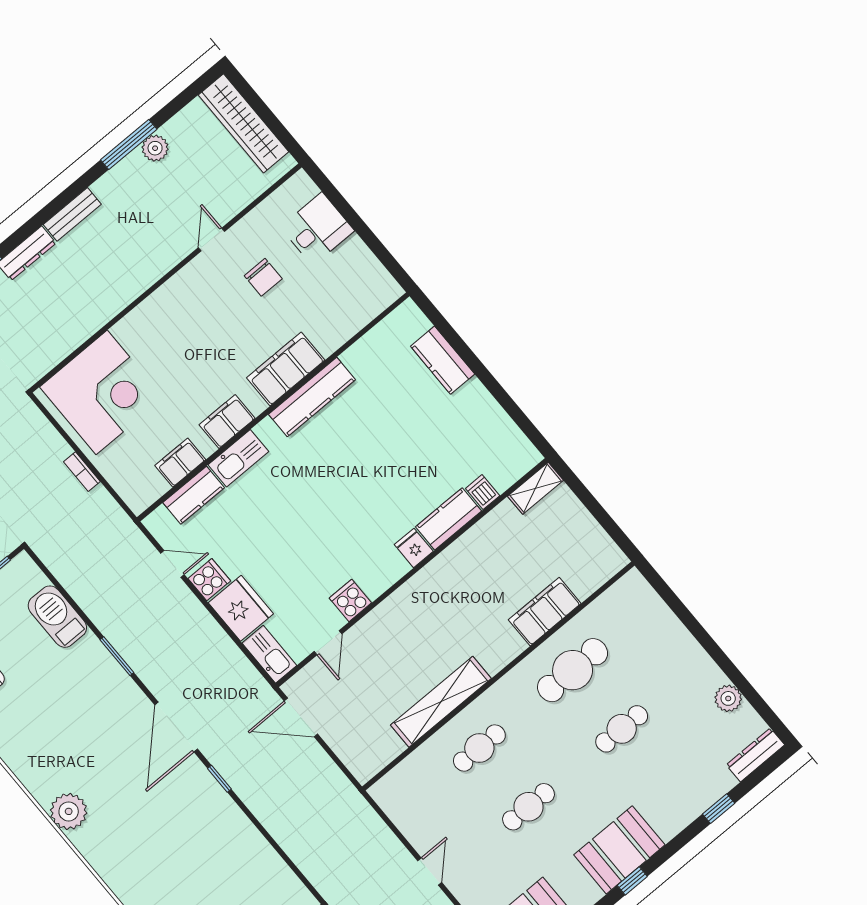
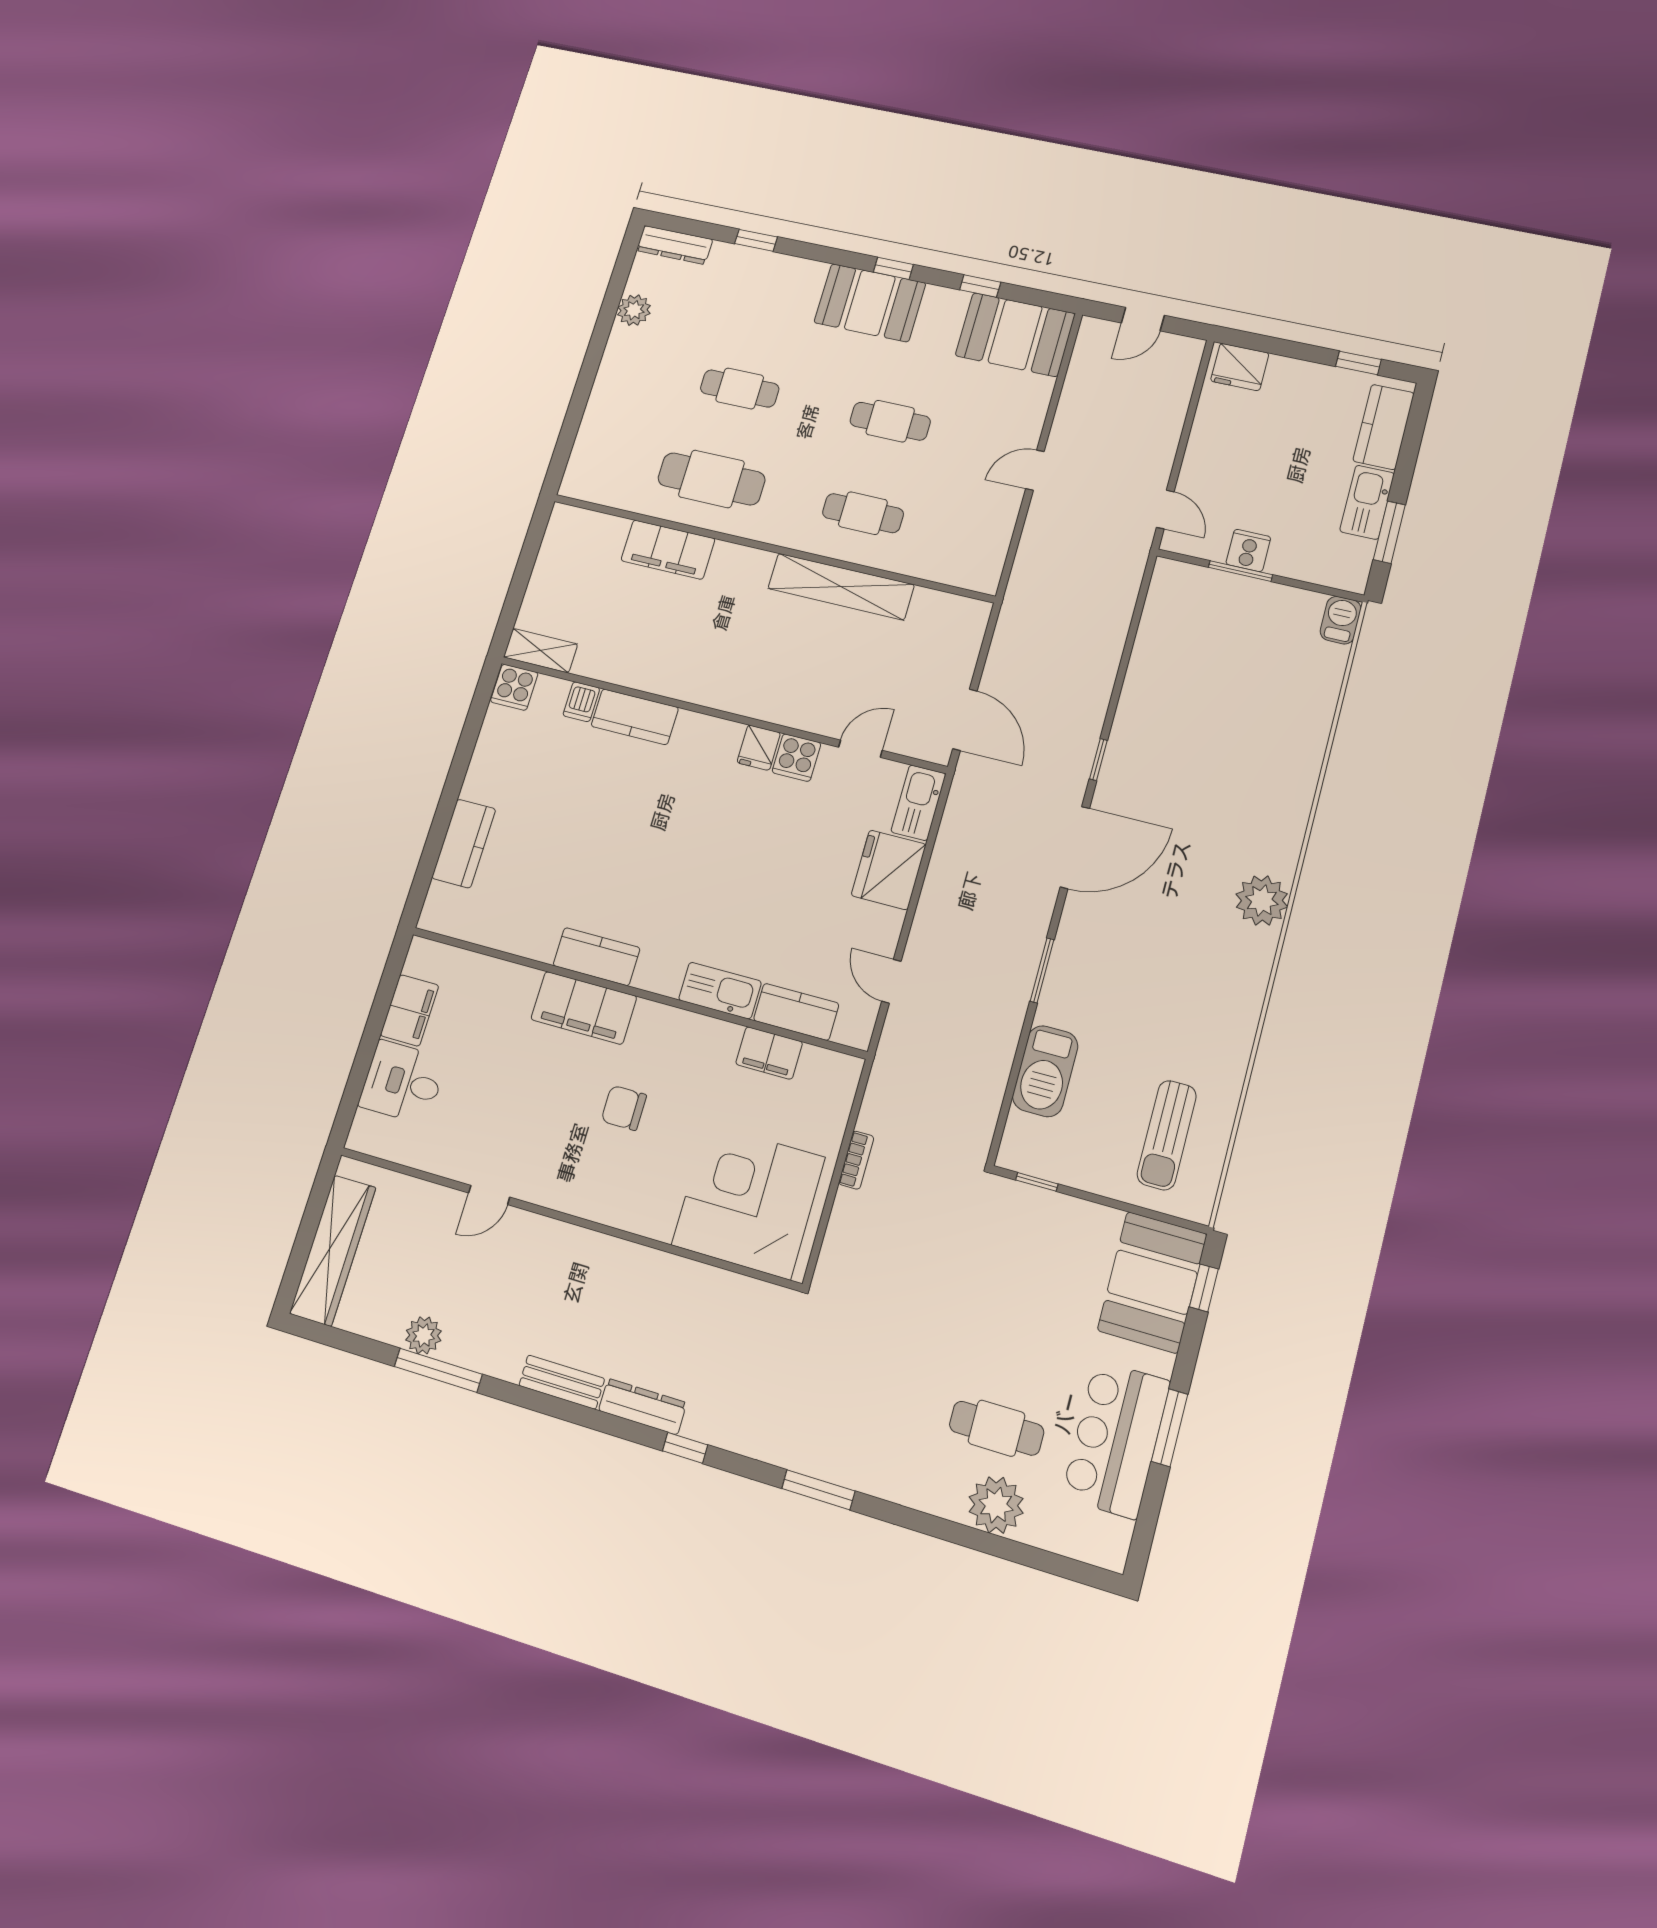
chair: (263, 277) -> (624, 1108), moved, turned -90
kitchen counter: (312, 397) -> (597, 957), width x0.67
filing cabinet: (227, 422) -> (410, 1010), moved, turned -90
fridge: (414, 548) -> (759, 748), moved
cooker: (209, 580) -> (514, 687), moved, turned -90

